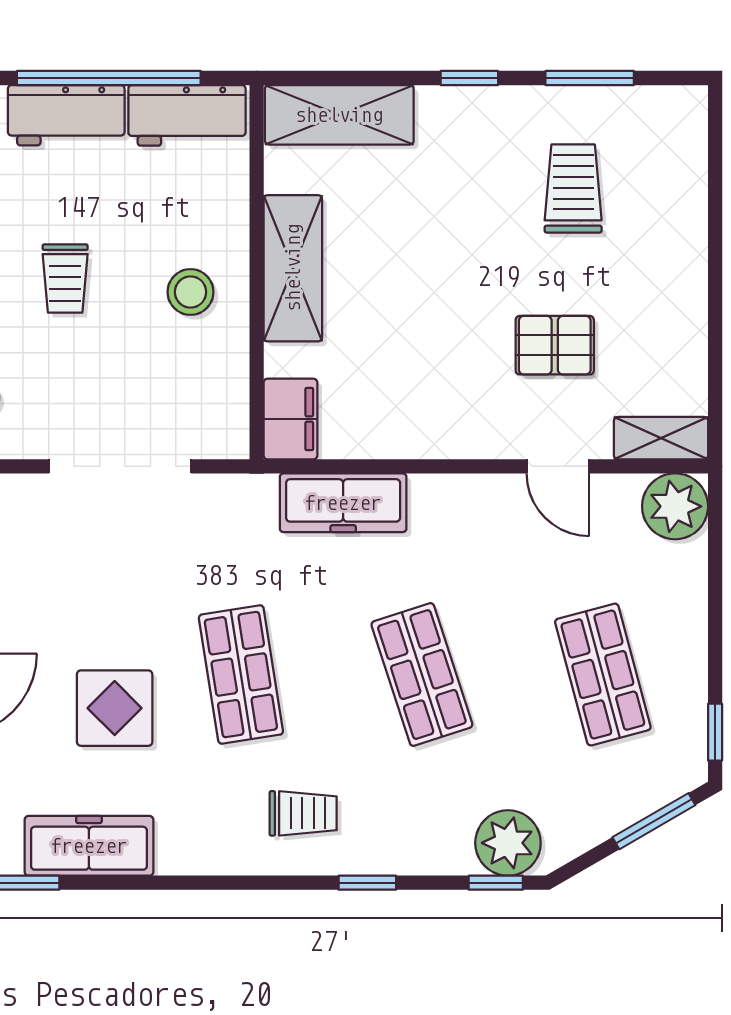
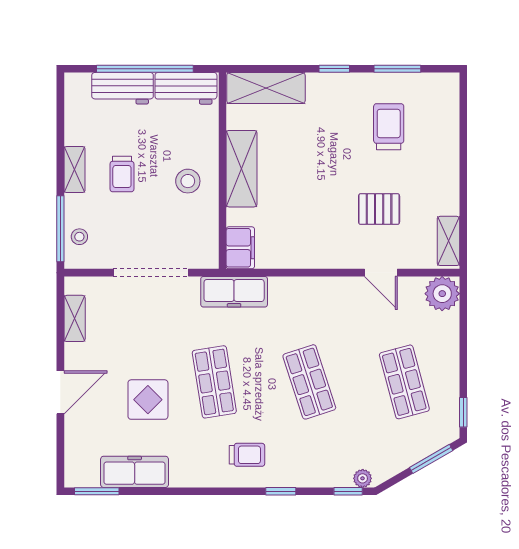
shelving: (661, 438) -> (448, 241), moved, turned 90
freezer: (343, 503) -> (234, 292), moved
plant: (508, 843) -> (363, 478), width x0.53, depth x0.53

